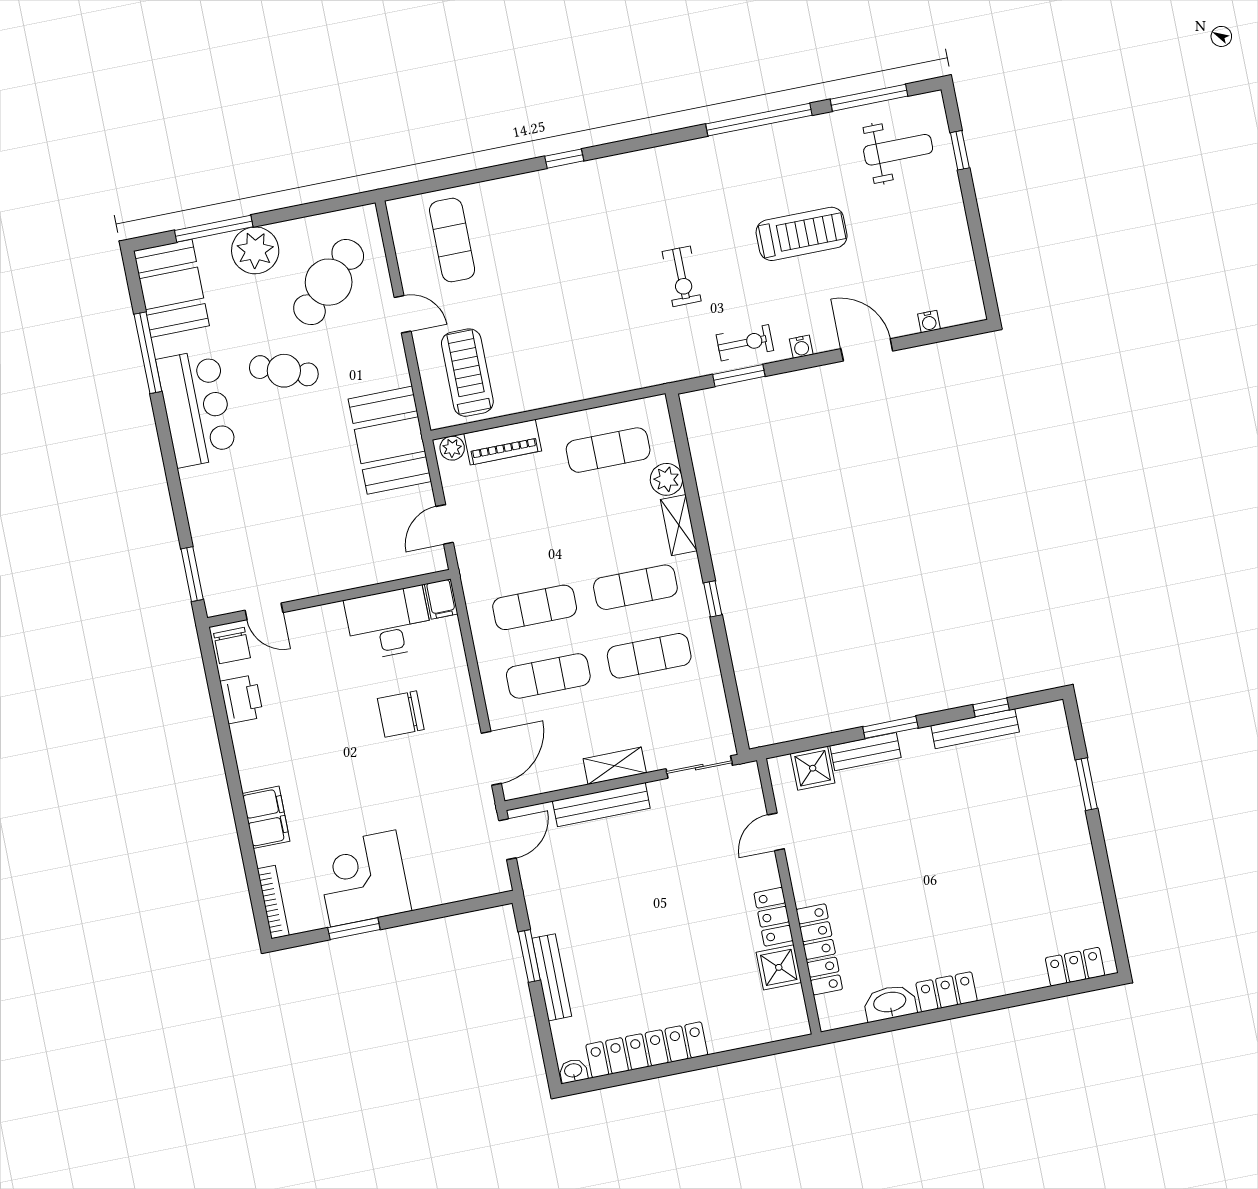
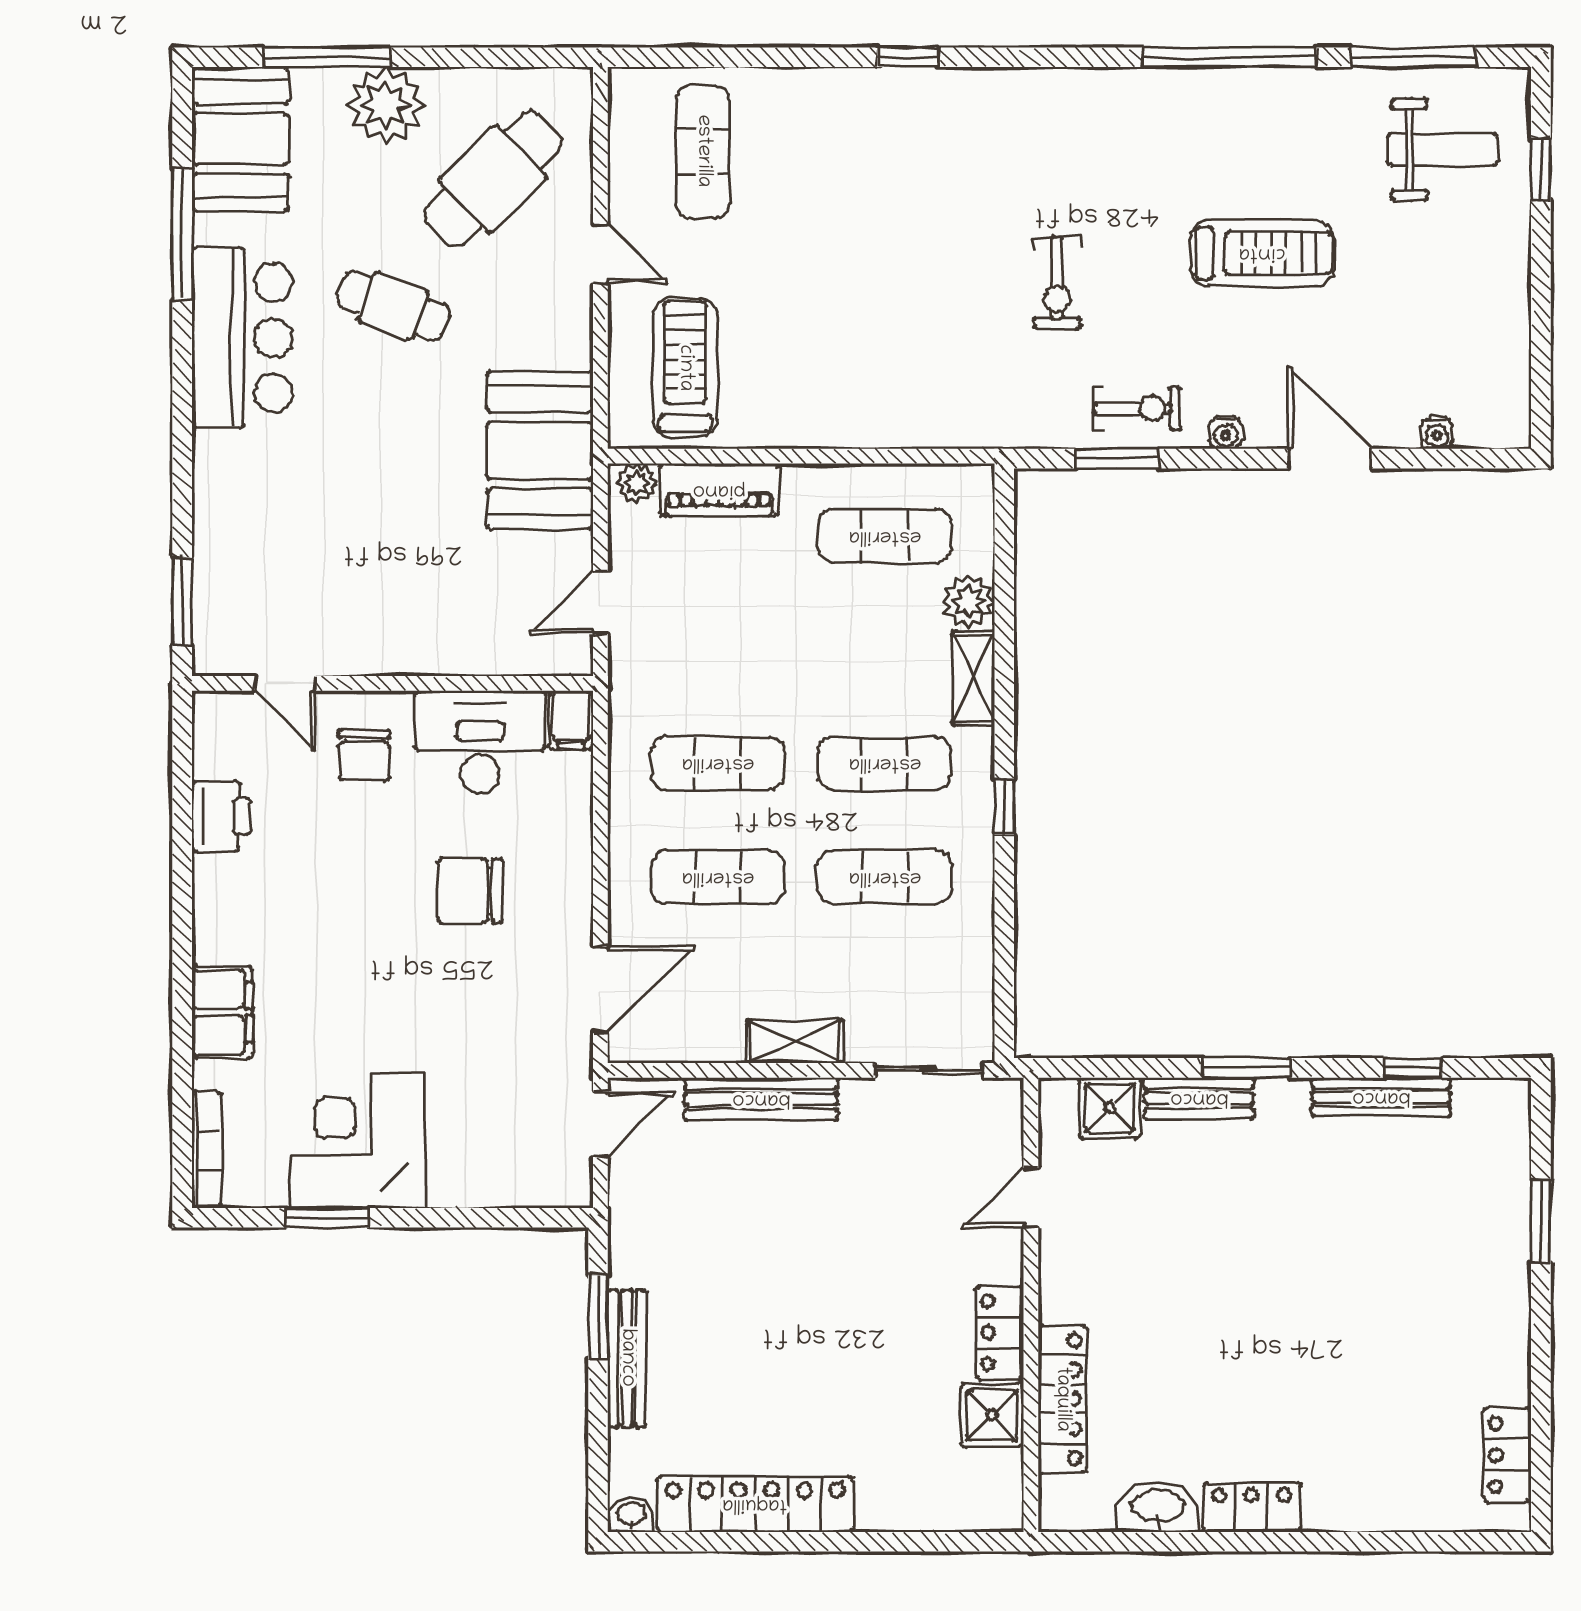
chair: (232, 646) -> (364, 755), moved
locker: (1075, 967) -> (1507, 1455), moved, turned -90

